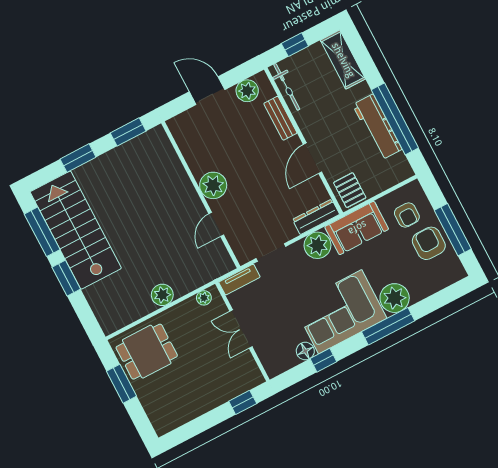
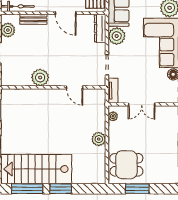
plant: (213, 185) -> (40, 78), moved
dining table: (147, 352) -> (126, 165), turned 90

